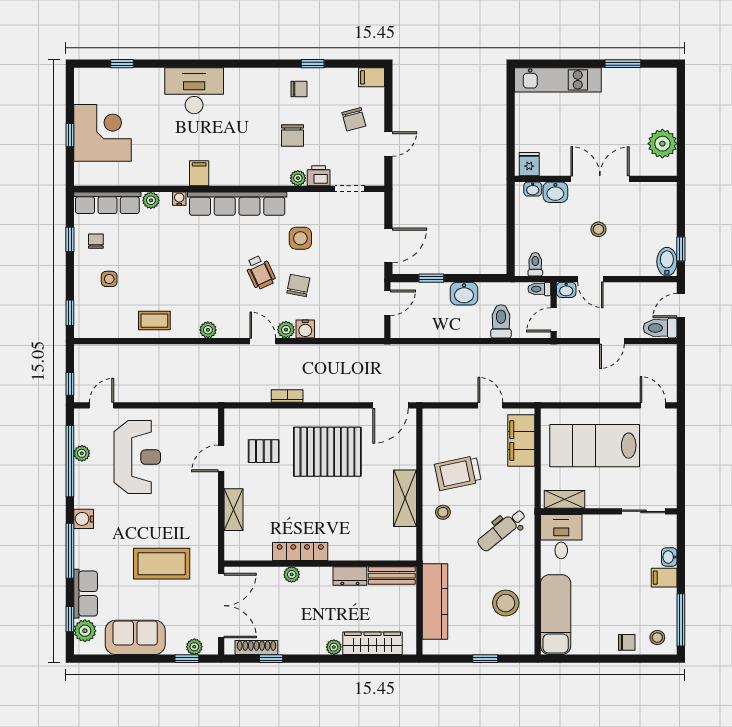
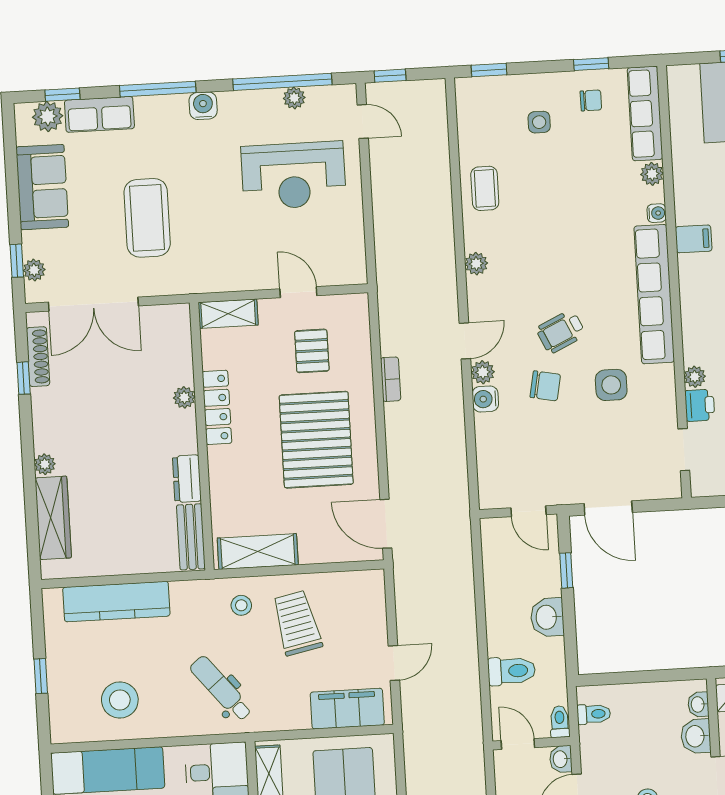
locker: (300, 551) -> (217, 407), moved
wall: (320, 564) -> (202, 436), moved
plant: (292, 574) -> (184, 397), moved
dresser: (350, 576) -> (187, 479), moved
bench: (392, 576) -> (191, 537), moved

